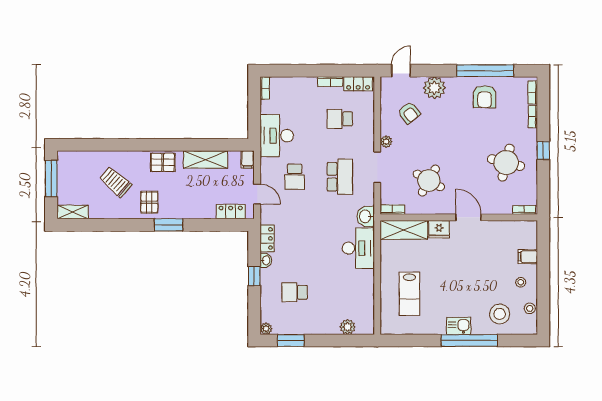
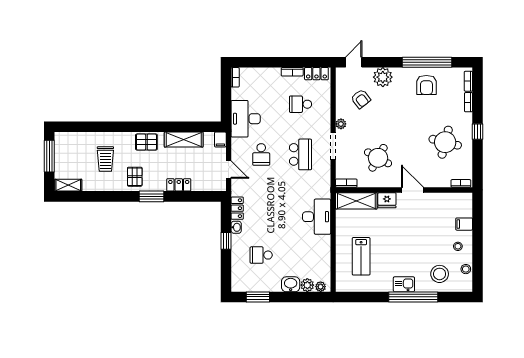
trolley: (116, 182) -> (105, 159), turned -131
locker: (231, 212) -> (179, 185), moved
washbasin: (366, 216) -> (291, 284), moved, turned 90
plant: (266, 329) -> (321, 287), moved

